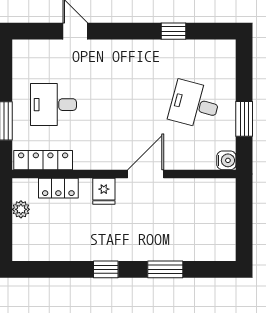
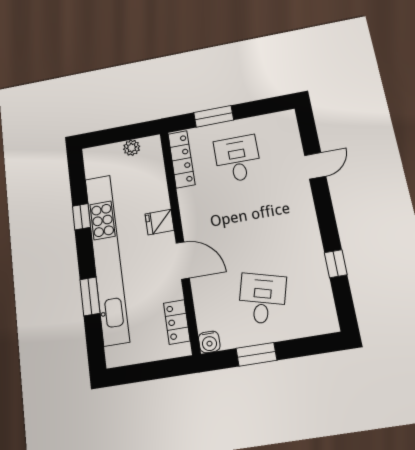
locker: (58, 188) -> (177, 322), moved
kitchen unit: (131, 248) -> (107, 258), added
window: (106, 269) -> (81, 217), moved

